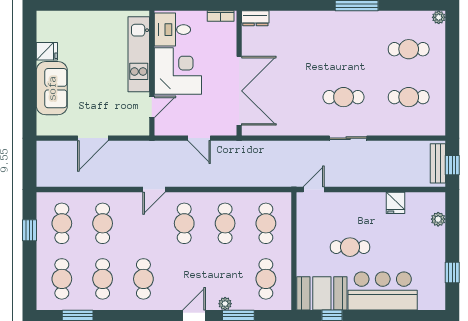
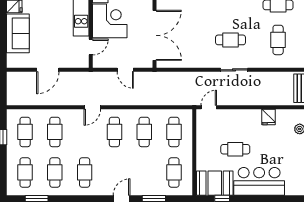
cafe table: (409, 97) -> (278, 40), turned 90
plant: (225, 304) -> (144, 190), removed

